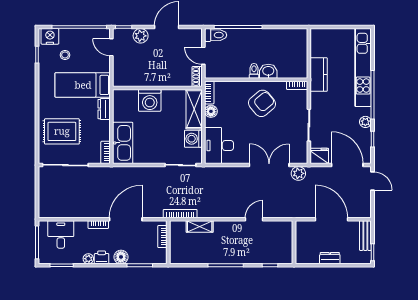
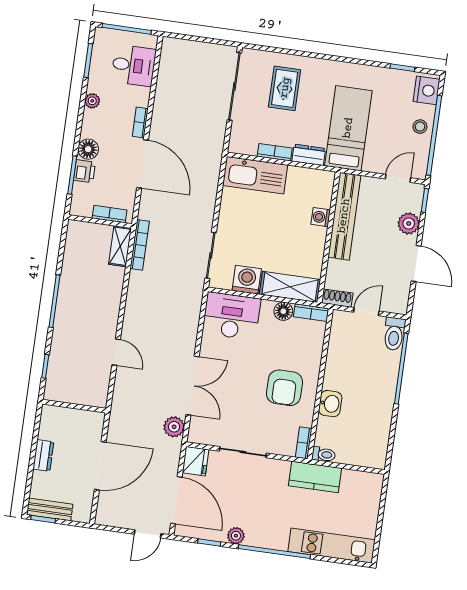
stool: (65, 55) -> (420, 127), moved
kitchen unit: (363, 68) -> (331, 546), width x0.73
toilet: (254, 71) -> (324, 454), moved
bench: (142, 79) -> (344, 216), added
washing machine: (150, 100) -> (321, 217), width x0.53, depth x0.53
armchair: (262, 103) -> (284, 388), turned 40
rug: (62, 131) -> (285, 88), width x0.73, depth x0.70
bookcase: (106, 152) -> (275, 152), moved
door: (347, 165) -> (176, 500), hinge flipped
shelving: (200, 226) -> (120, 246), moved
bench: (365, 236) -> (50, 509), moved
printer: (102, 257) -> (84, 171), moved

